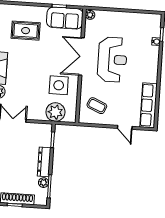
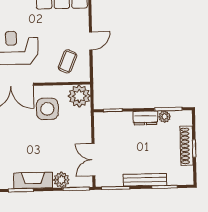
plant: (55, 112) -> (79, 96), moved
door: (125, 127) -> (91, 41), moved
dresser: (44, 162) -> (145, 118), width x0.70

